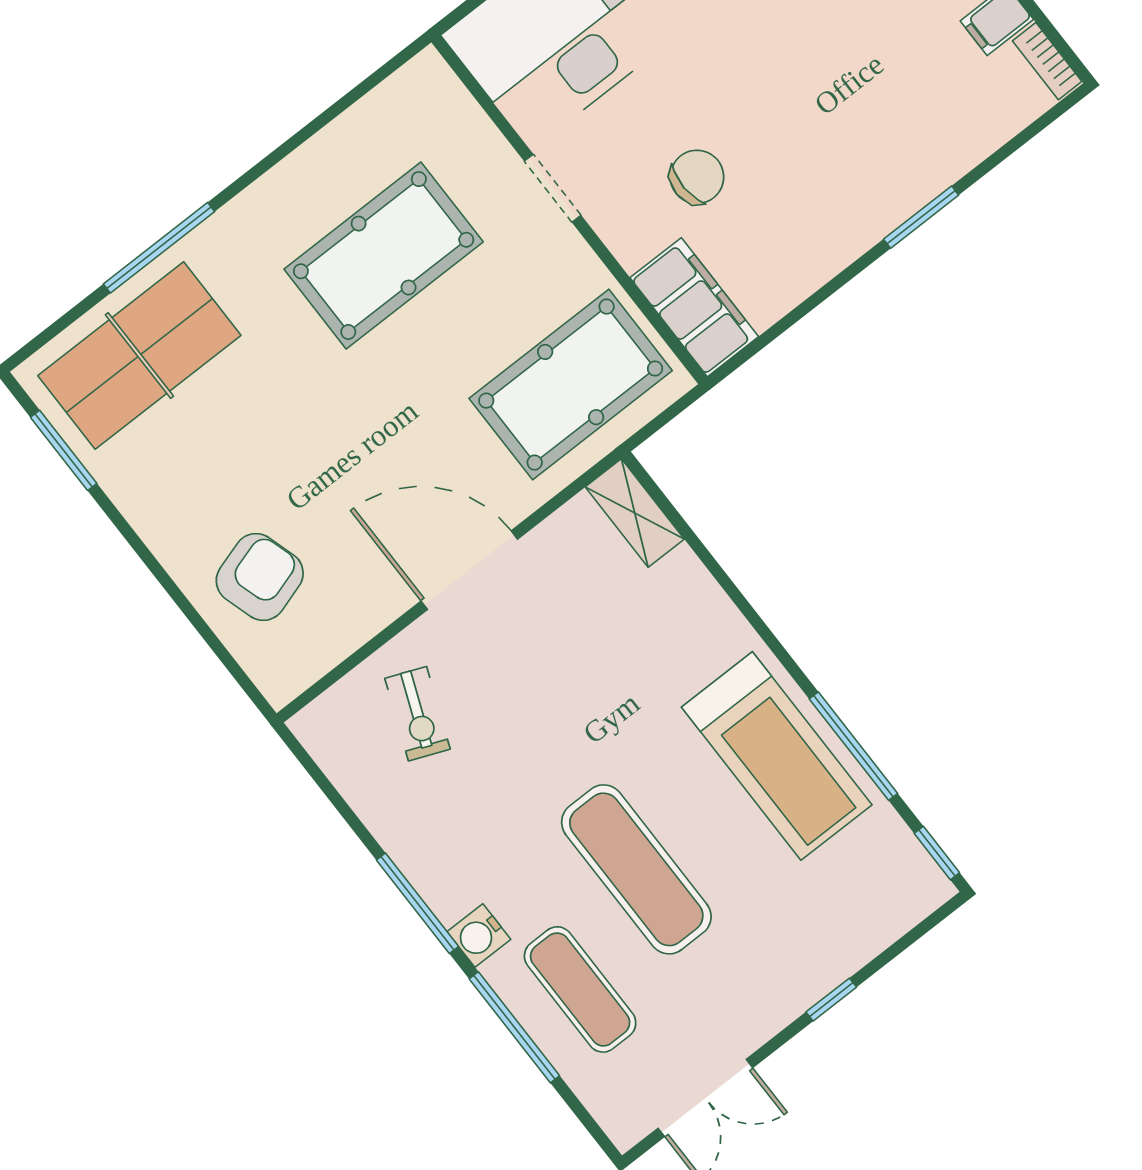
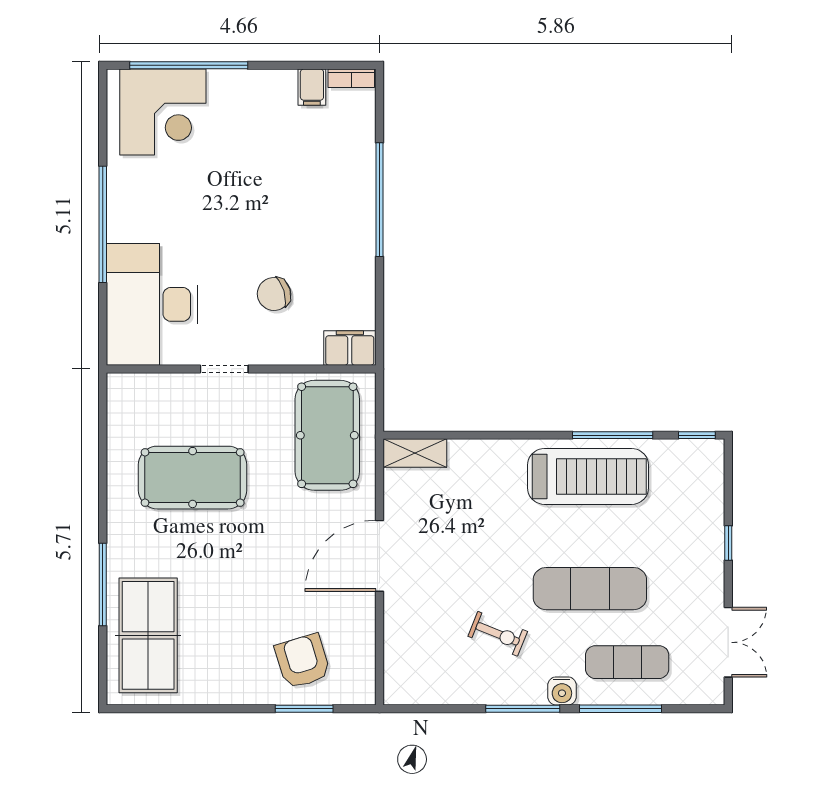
chair: (697, 177) -> (274, 294), turned -105
window: (921, 217) -> (379, 200), width x2.11
pool table: (384, 256) -> (193, 478), turned 90
filing cabinet: (694, 307) -> (350, 348), width x0.67, depth x0.86
window: (64, 450) -> (304, 709), moved
exercise bike: (417, 714) -> (498, 634), moved

